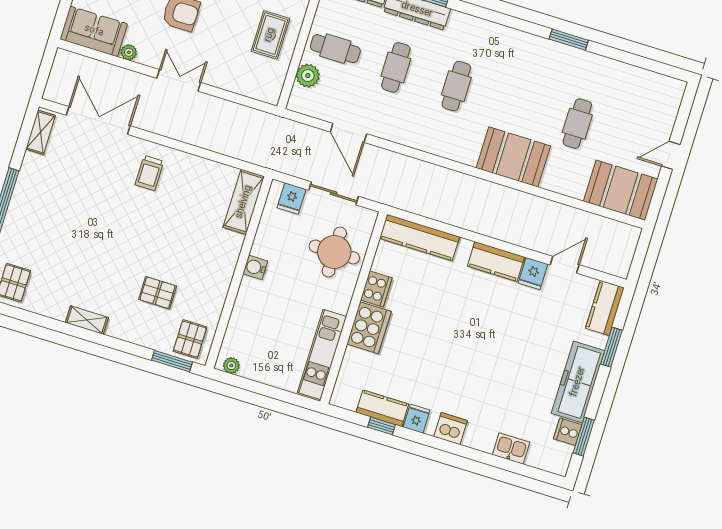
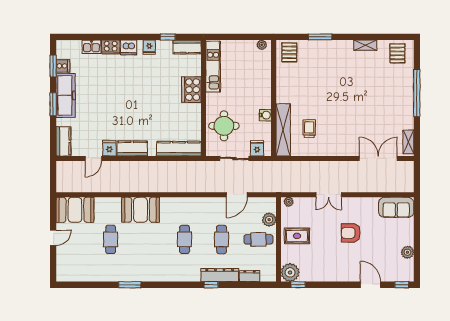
rug: (270, 35) -> (297, 236), turned 90
plant: (129, 52) -> (289, 202), moved
double door: (179, 80) -> (329, 195), moved
double door: (98, 120) -> (378, 158), swing flipped
door: (348, 133) -> (237, 195), swing flipped
trolley: (149, 173) -> (309, 129), moved
shelving: (244, 202) -> (283, 130), width x1.47
water cooler: (255, 267) -> (265, 115), moved
cooker: (376, 289) -> (111, 47), moved, turned -90
pallet: (158, 293) -> (315, 73), removed
shelving: (87, 320) -> (365, 45), moved
window: (611, 347) -> (53, 104), moved
window: (172, 361) -> (320, 37), moved
kitchen counter: (382, 408) -> (187, 47), moved

